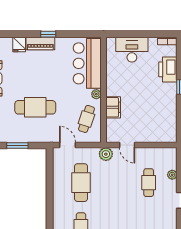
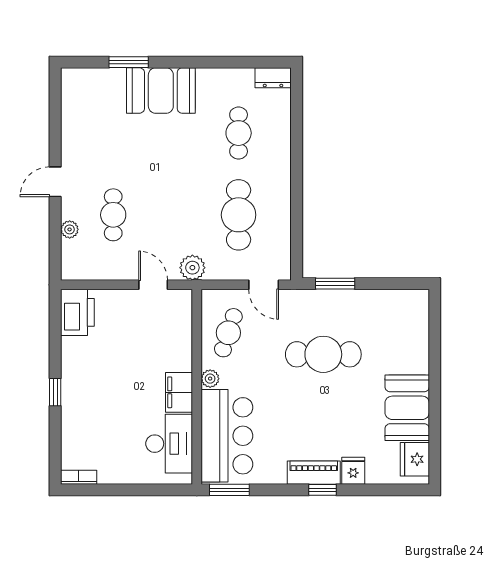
window: (48, 34) -> (322, 490), moved
window: (86, 34) -> (229, 490), added
desk: (132, 50) -> (169, 444), moved, turned -90
printer: (168, 69) -> (77, 312), moved
filing cabinet: (113, 107) -> (179, 392), moved
window: (17, 145) -> (335, 284), moved

